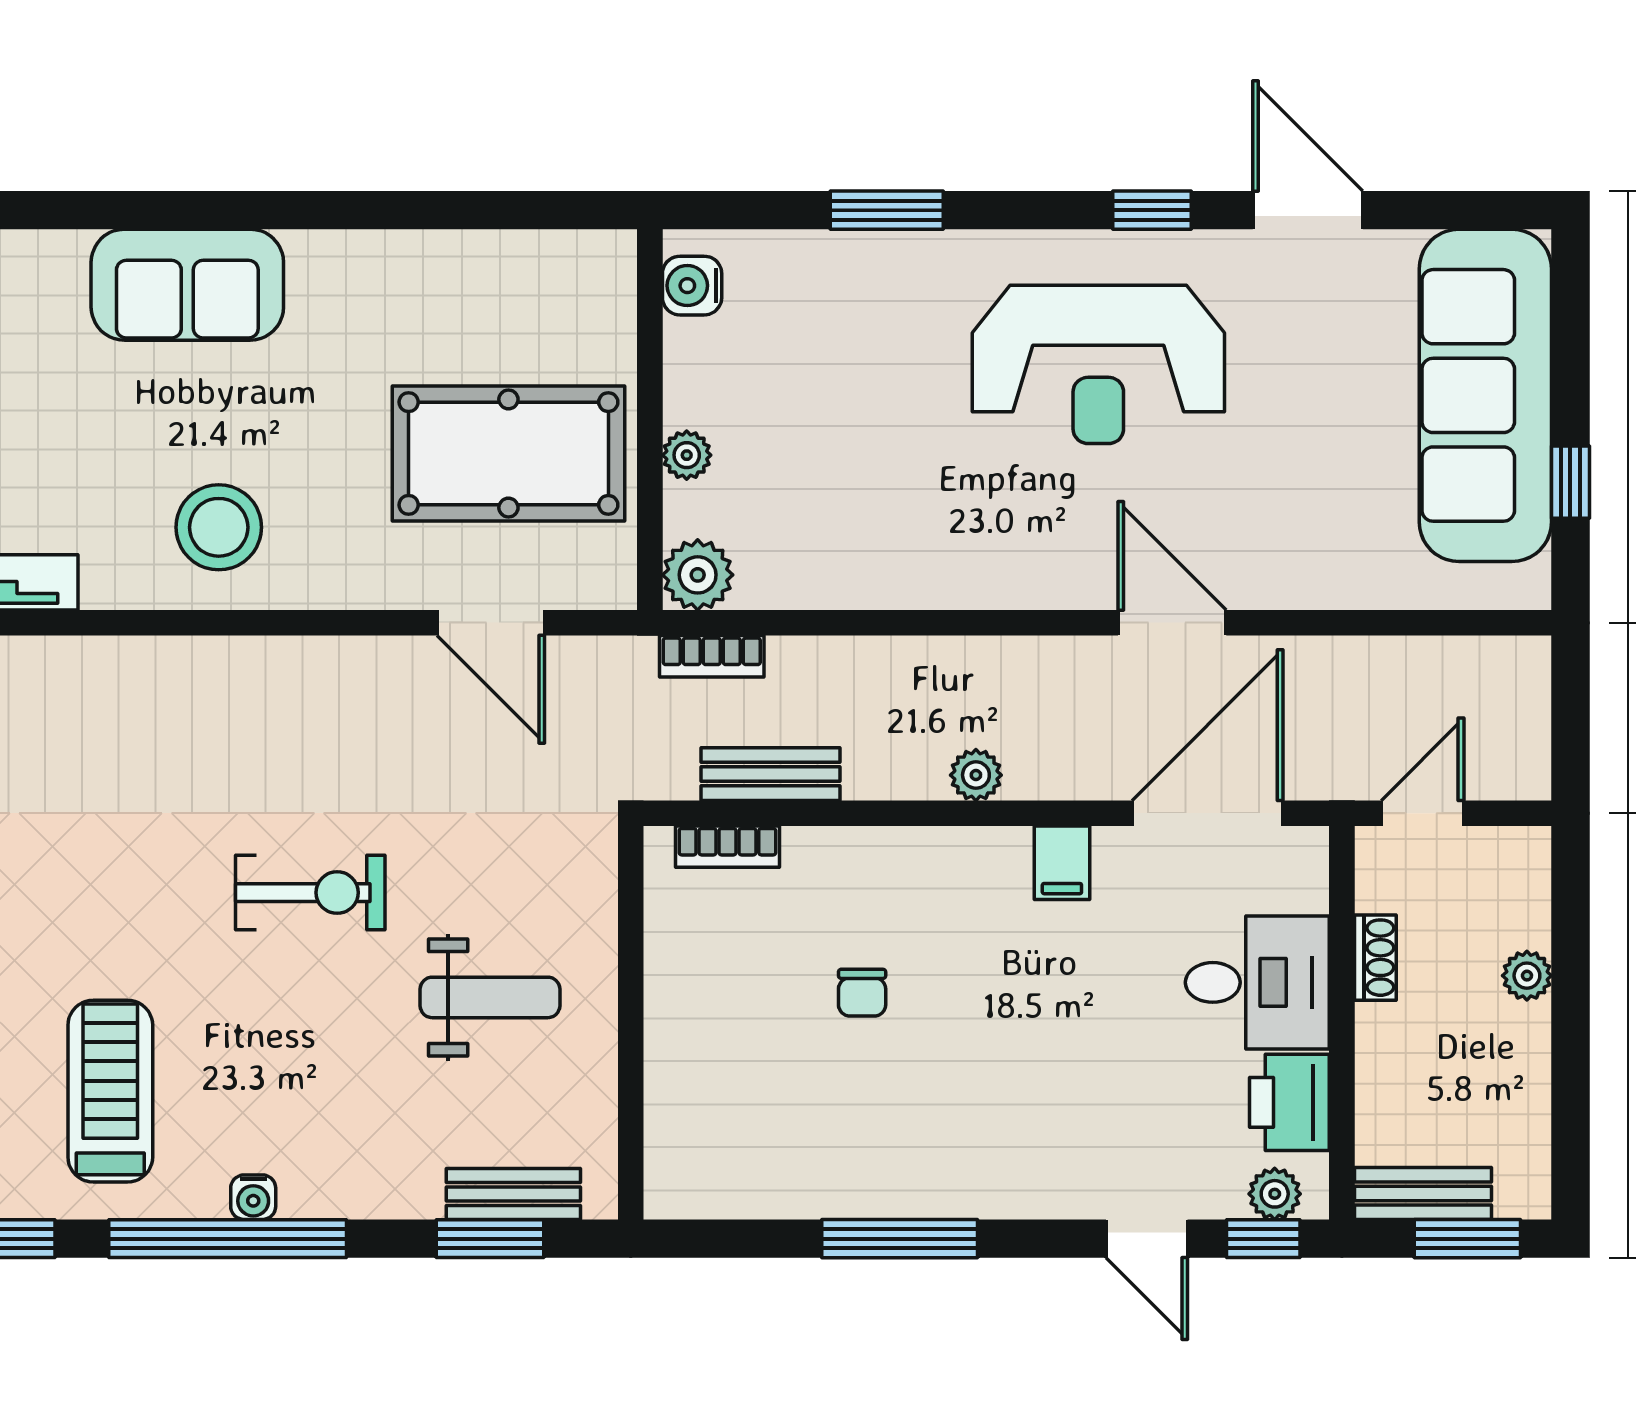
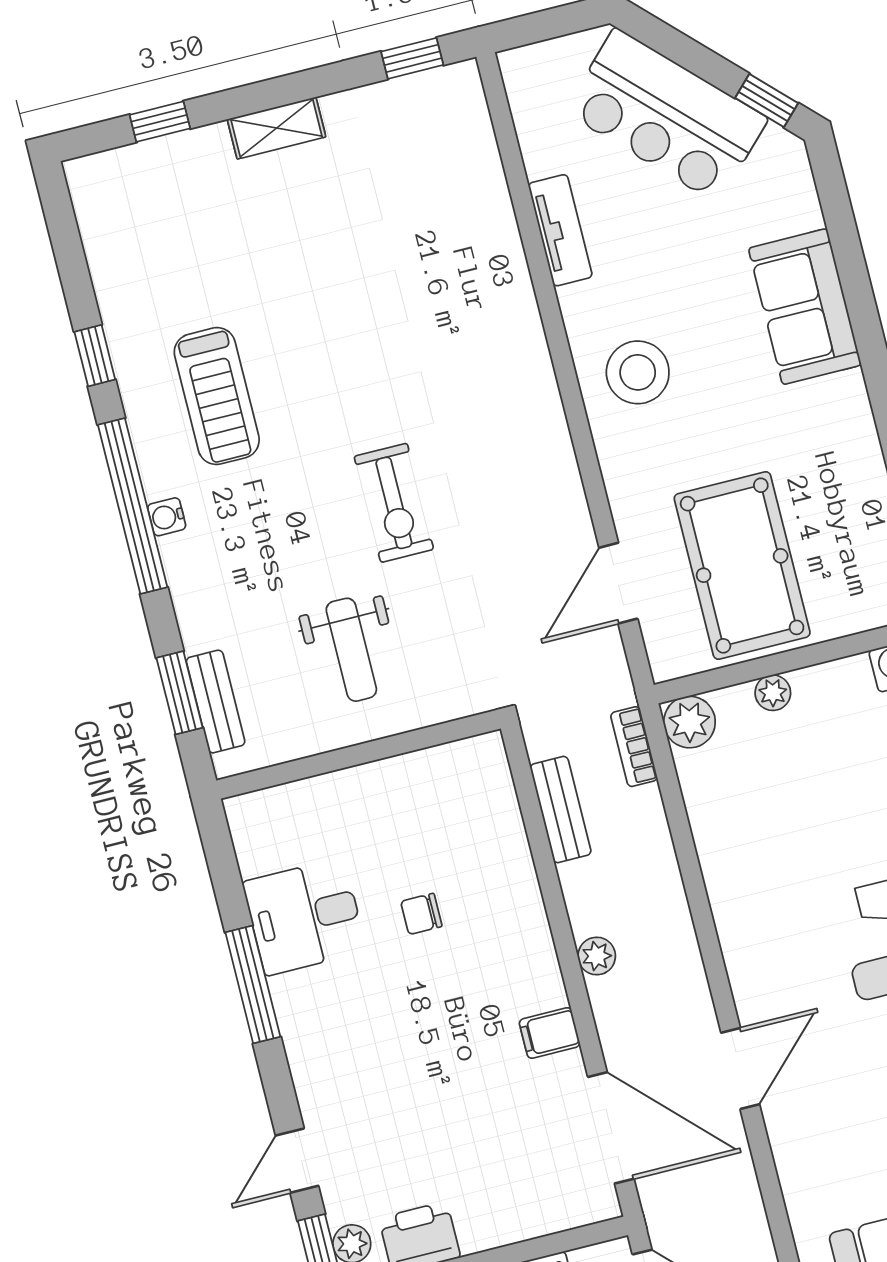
bookcase: (727, 847) -> (501, 792), removed
desk: (1257, 982) -> (305, 917), moved, turned 90
treadmill: (110, 1091) -> (217, 396), turned 90

